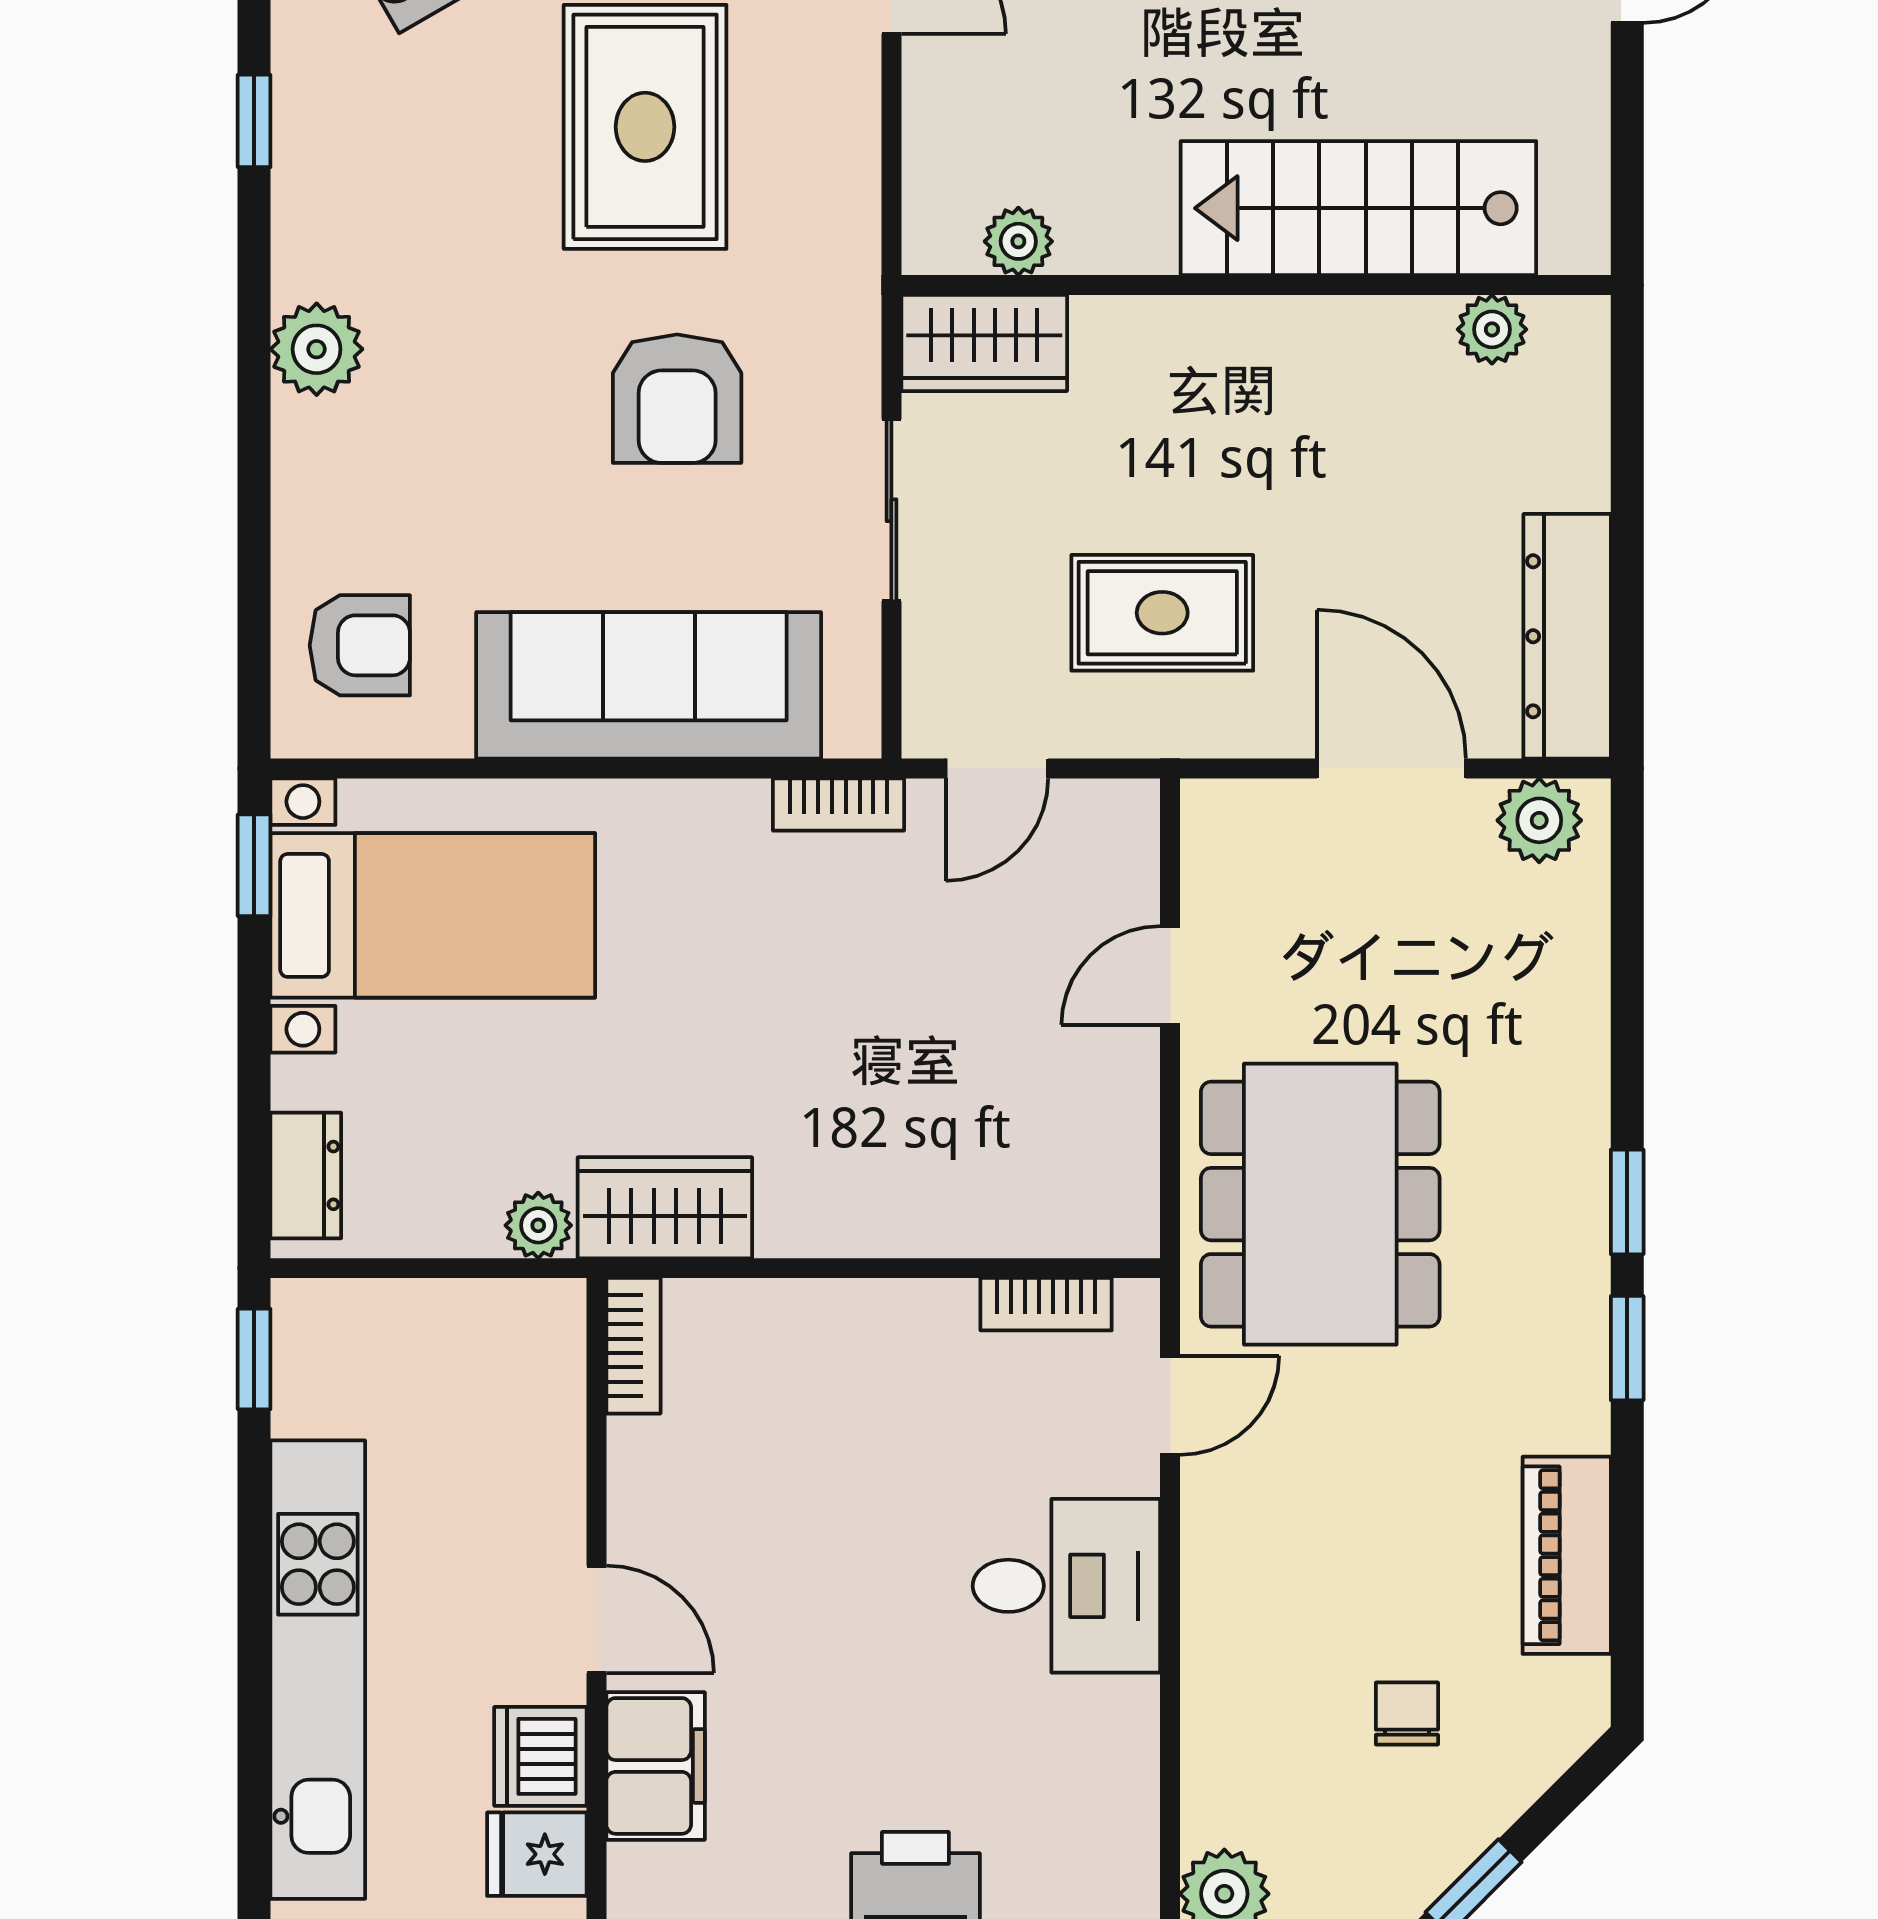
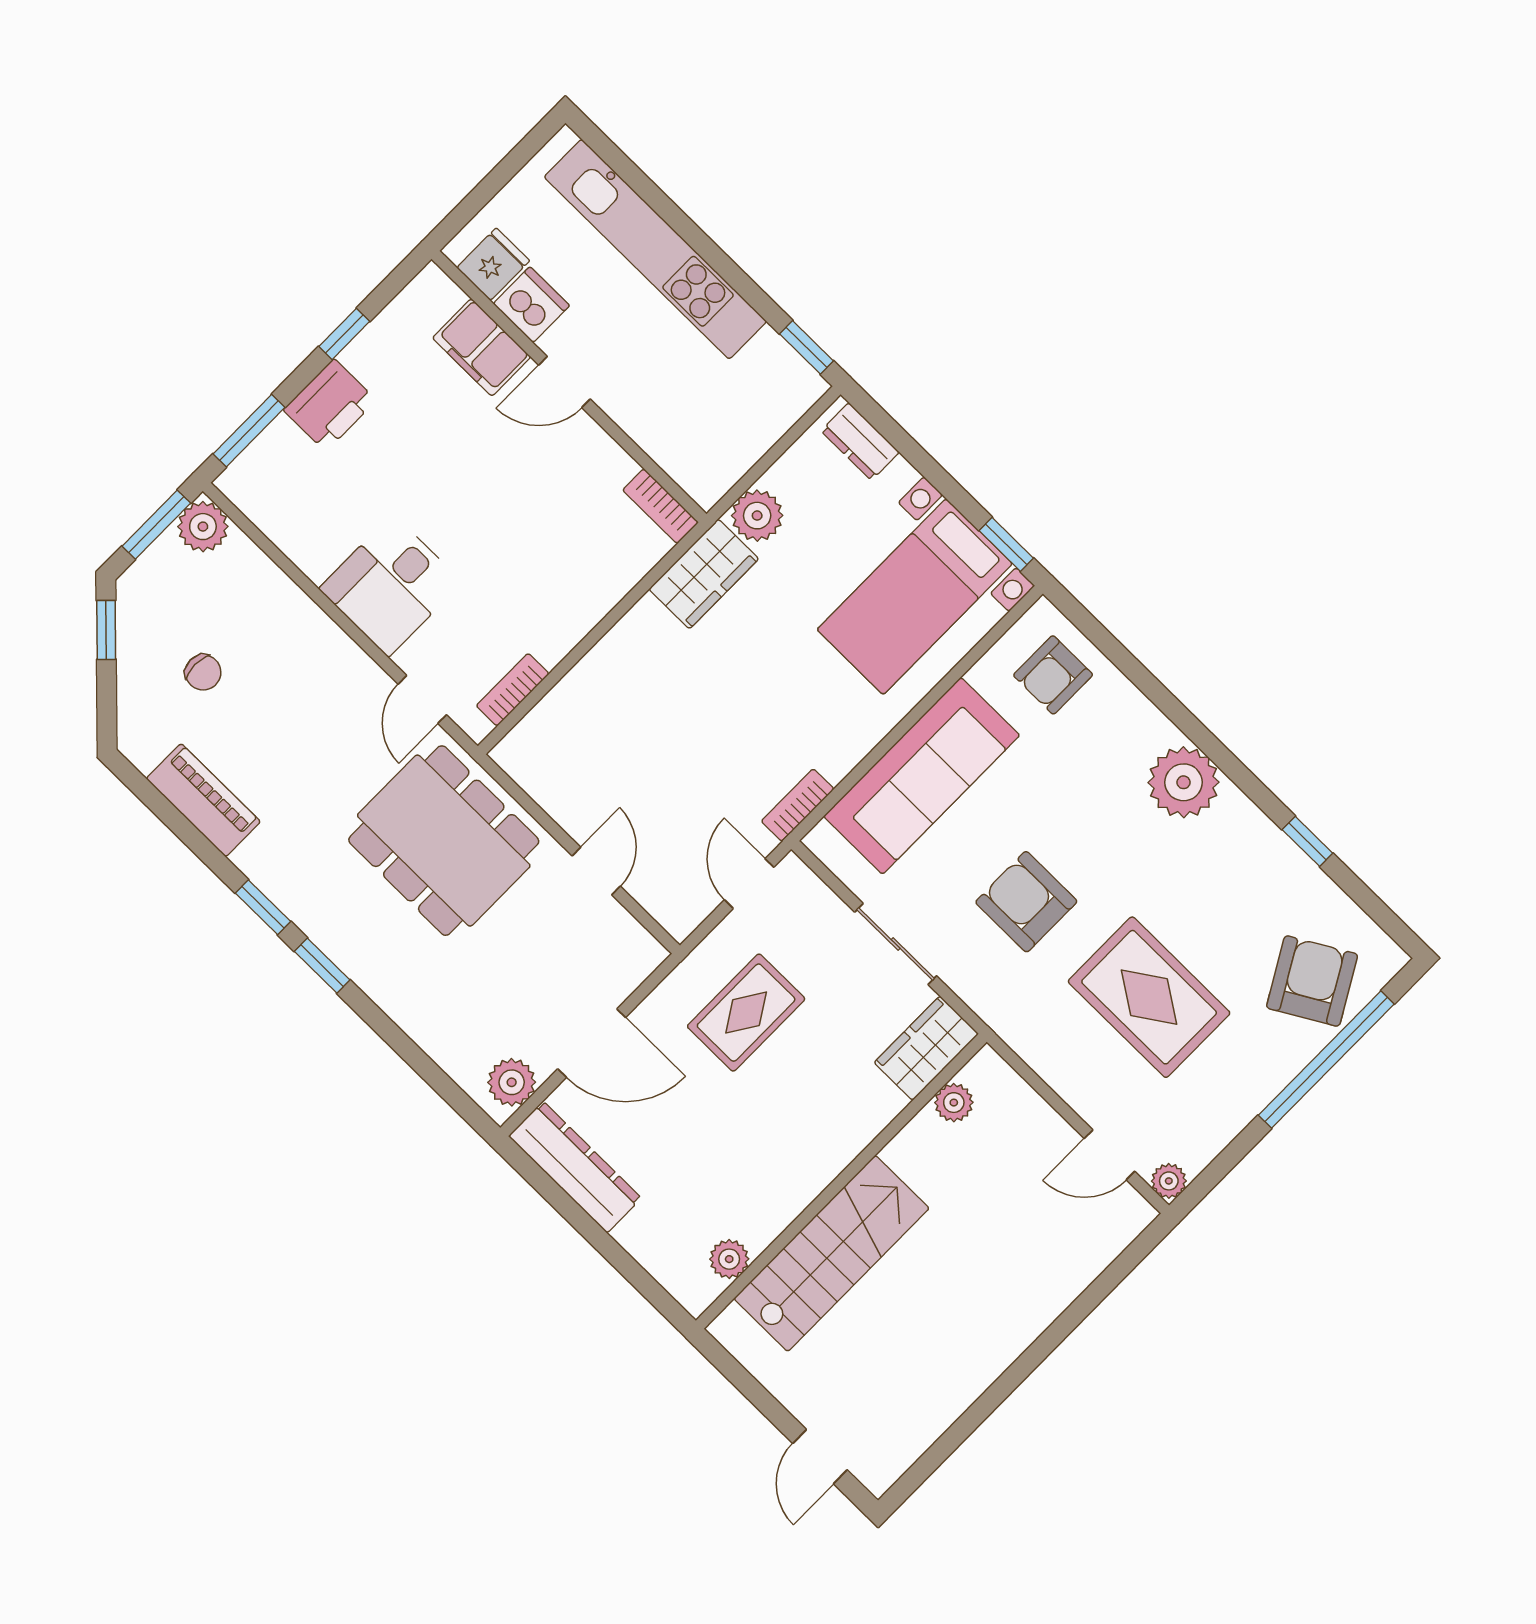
plant: (317, 349) -> (1184, 782), width x1.36, depth x1.36
plant: (538, 1225) -> (757, 516), width x1.38, depth x1.38

